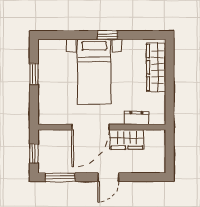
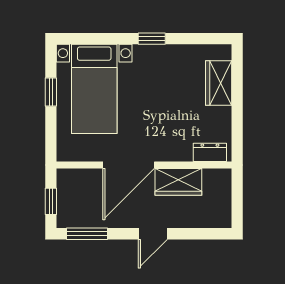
wardrobe: (156, 67) -> (219, 83), width x0.67
bed with nightstands: (94, 72) -> (94, 89), moved
dresser: (136, 118) -> (210, 152), moved

